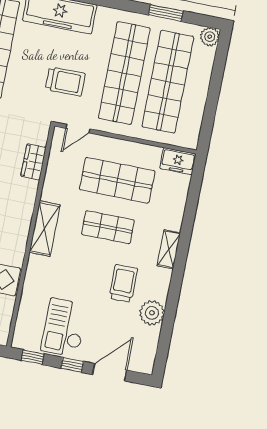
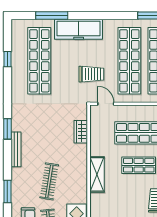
door: (78, 129) -> (106, 104), swing flipped

